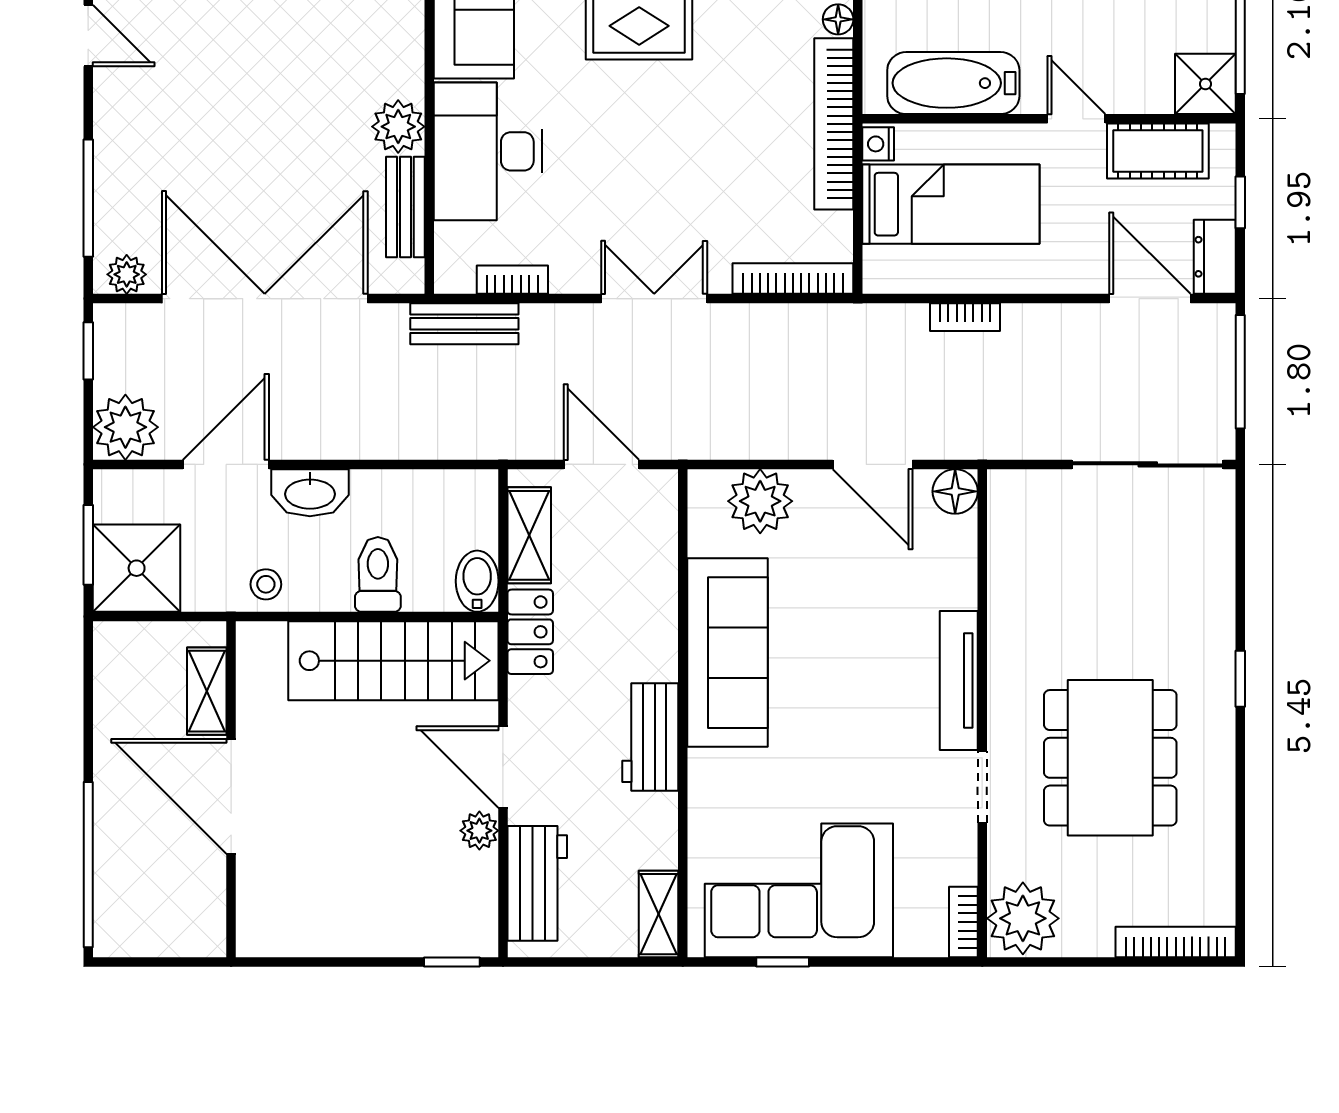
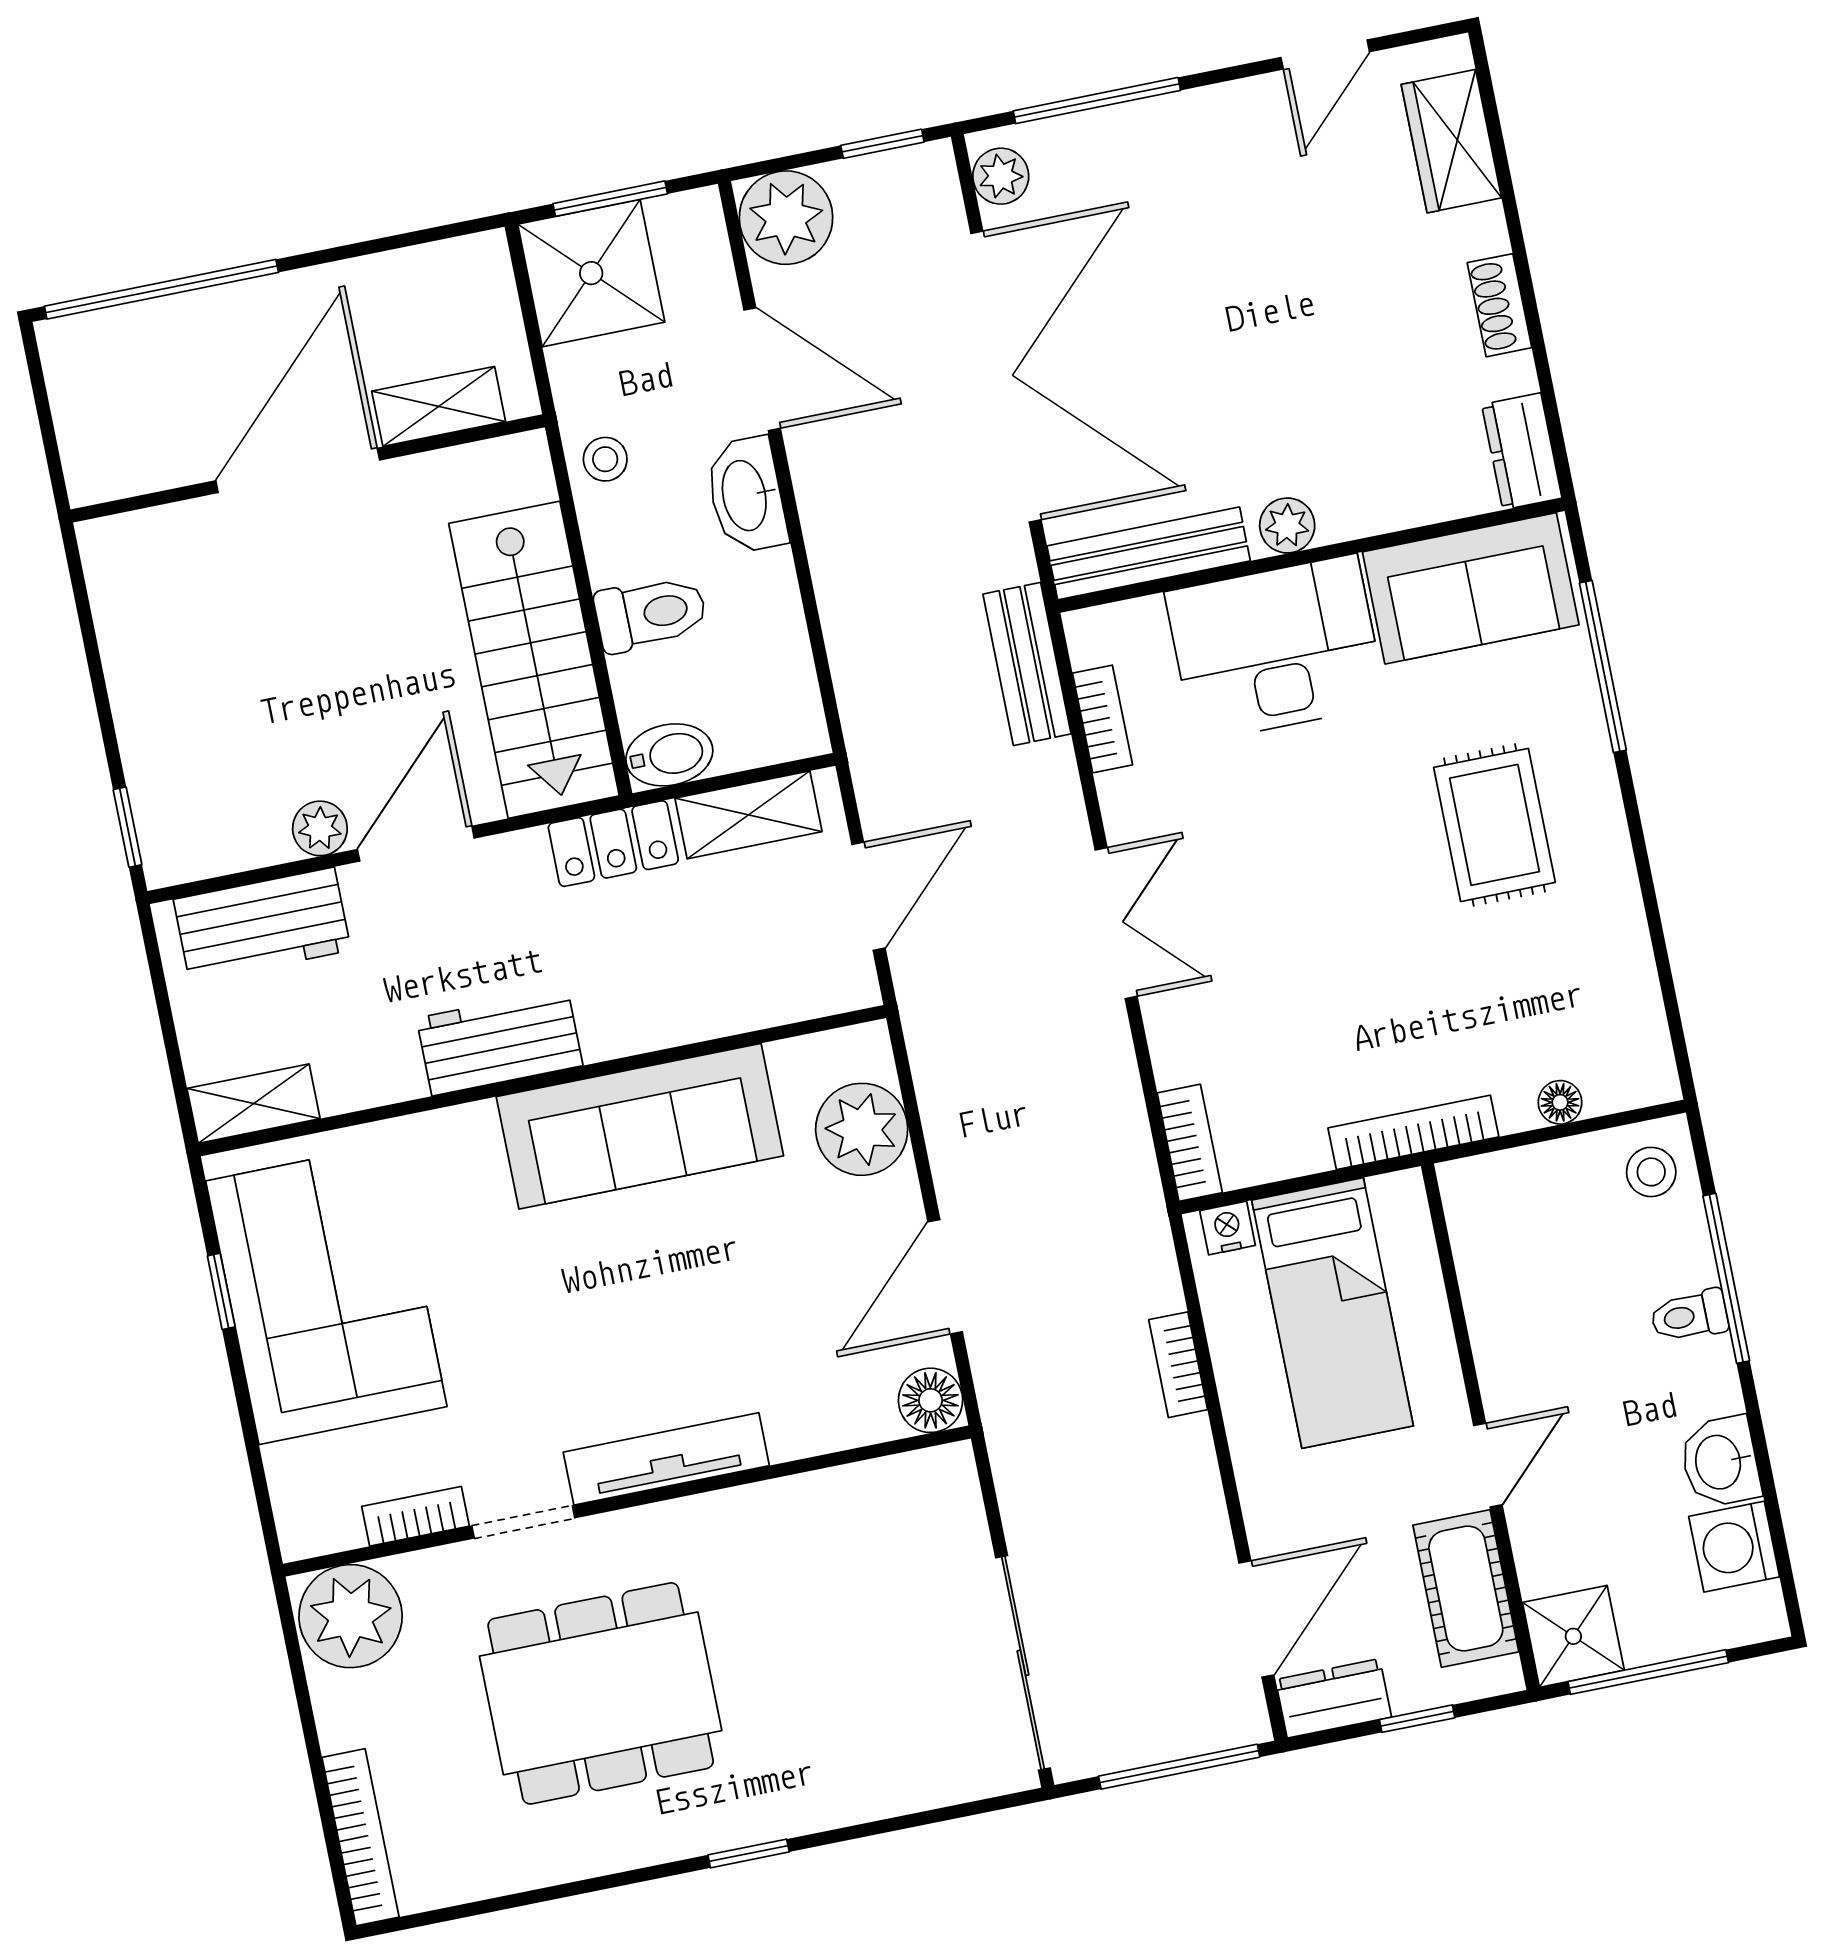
bathtub: (953, 83) -> (1503, 1282), removed
bookcase: (834, 124) -> (1413, 1132), width x0.68, depth x0.76
plant: (398, 127) -> (1287, 525), width x0.73, depth x0.73
nightstand: (878, 144) -> (1228, 1228), moved
bench: (405, 207) -> (1149, 553), width x1.36
bookcase: (793, 278) -> (1190, 1143), width x0.64
bookcase: (963, 922) -> (415, 1516), moved

